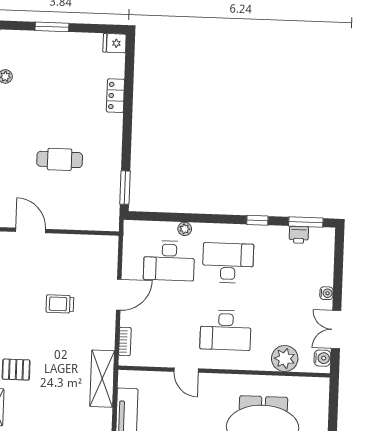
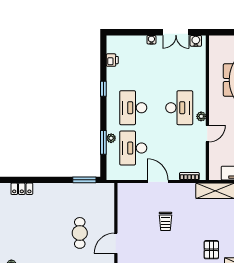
cafe table: (60, 159) -> (80, 233), moved
window: (306, 222) -> (103, 142), moved
desk: (169, 261) -> (133, 148), turned 180
plant: (285, 358) -> (201, 116), moved, width x0.53, depth x0.53

